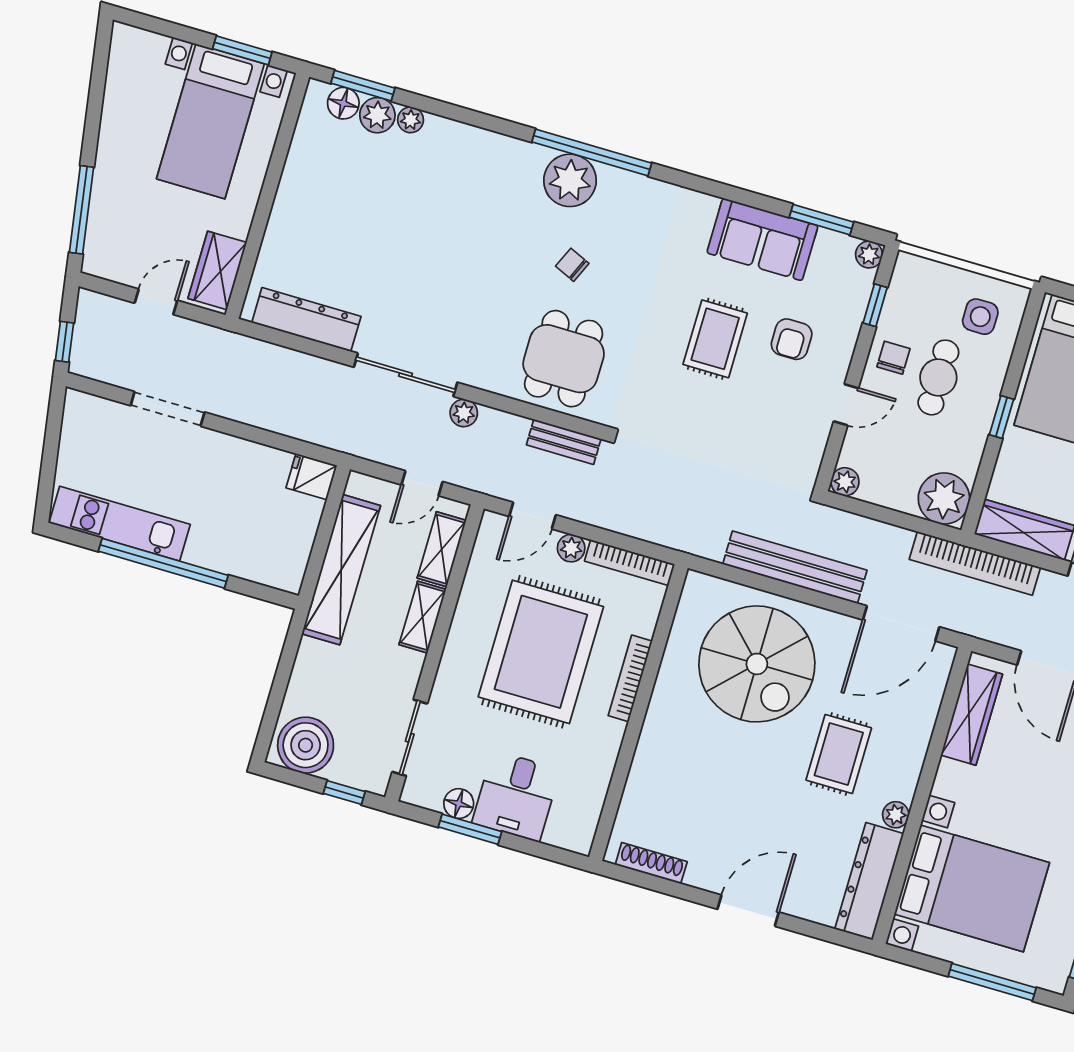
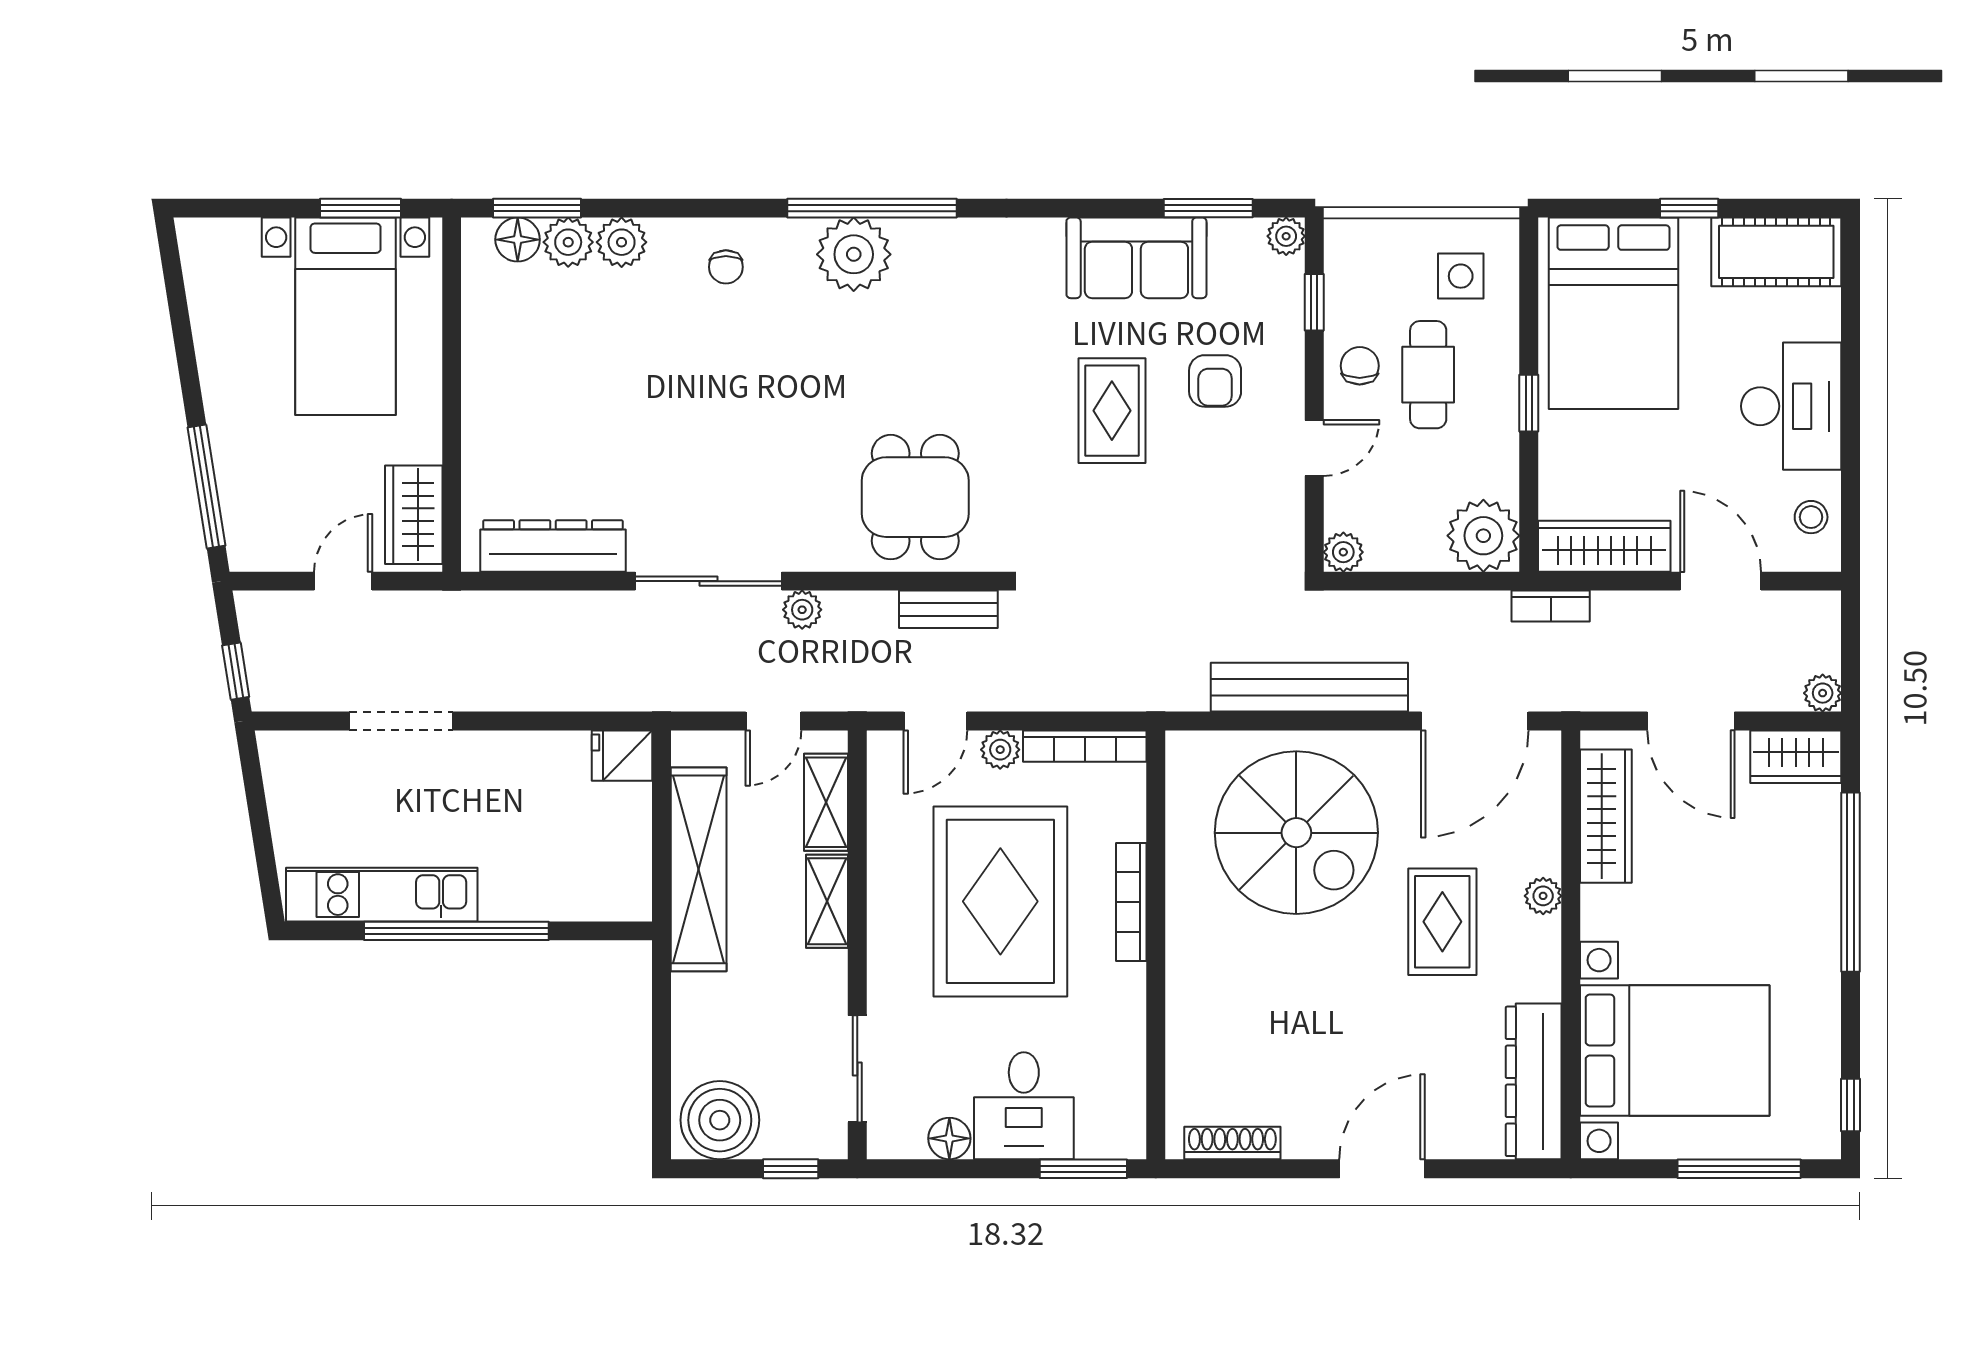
plant: (411, 120) -> (622, 242), width x1.38, depth x1.38
chair: (572, 265) -> (726, 267), moved, turned -114
bookcase: (975, 563) -> (1551, 606), width x0.43, depth x0.76
plant: (896, 815) -> (1543, 896), moved
window: (470, 829) -> (1083, 1169), moved

